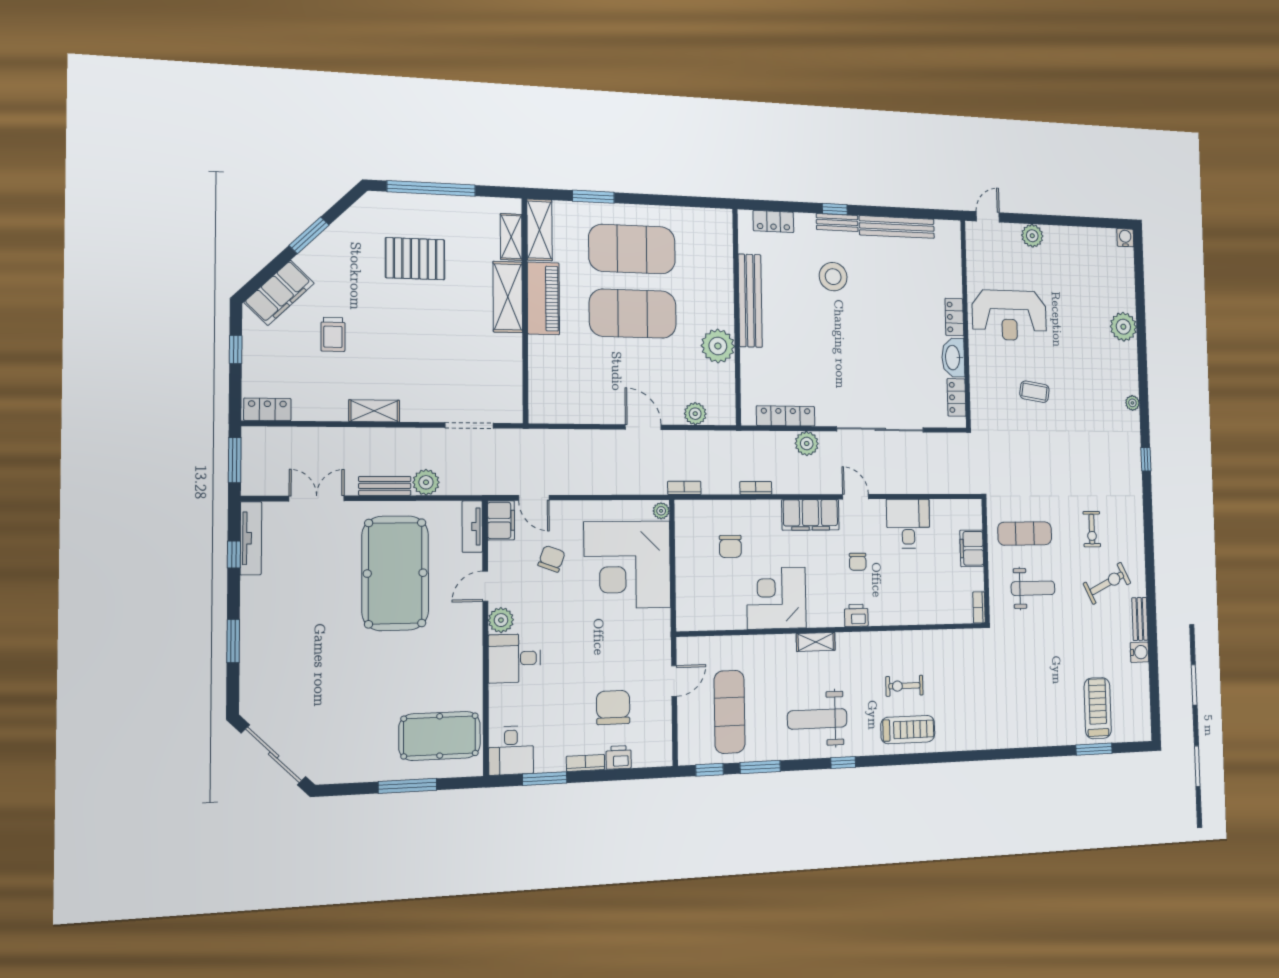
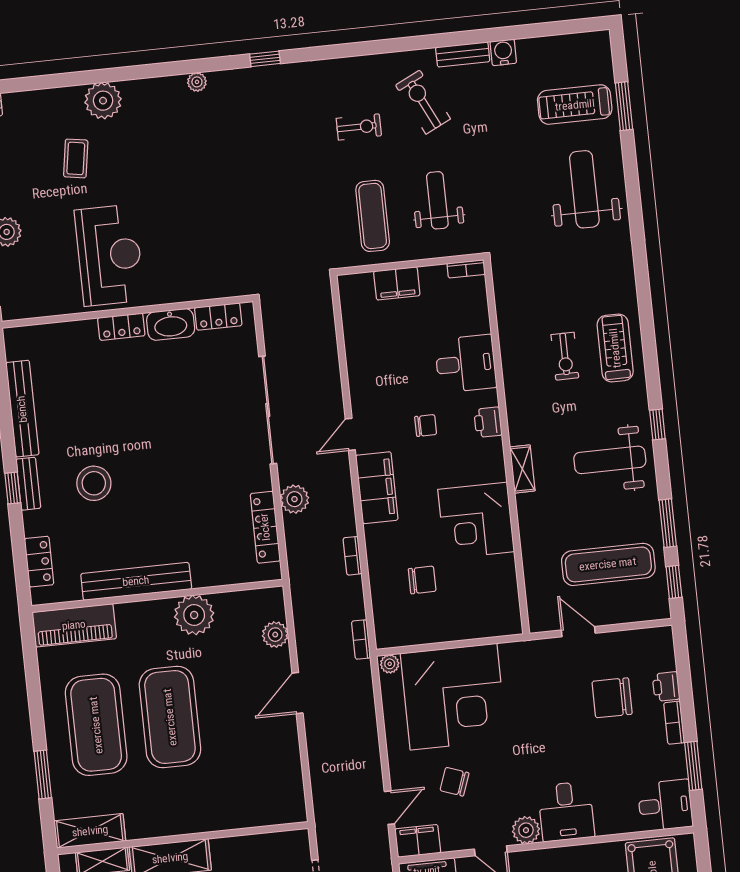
piano: (543, 298) -> (74, 625), moved, turned 180
coffee table: (1034, 392) -> (76, 158), moved
desk: (908, 524) -> (466, 364), moved, turned 180
weight bench: (1033, 712) -> (584, 189), added
weight bench: (817, 719) -> (610, 460), turned 90

